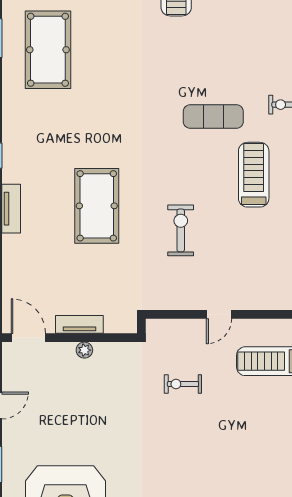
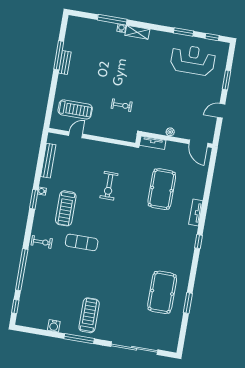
pool table: (97, 206) -> (162, 189), moved
door: (219, 314) -> (76, 135), moved
tv unit: (79, 324) -> (153, 143), moved

